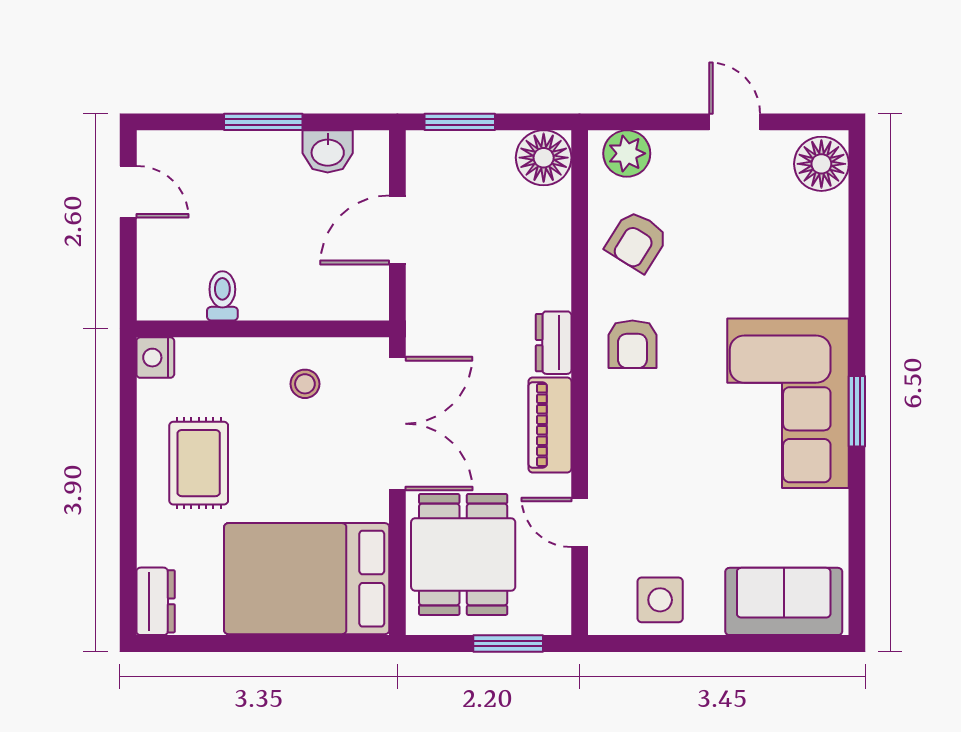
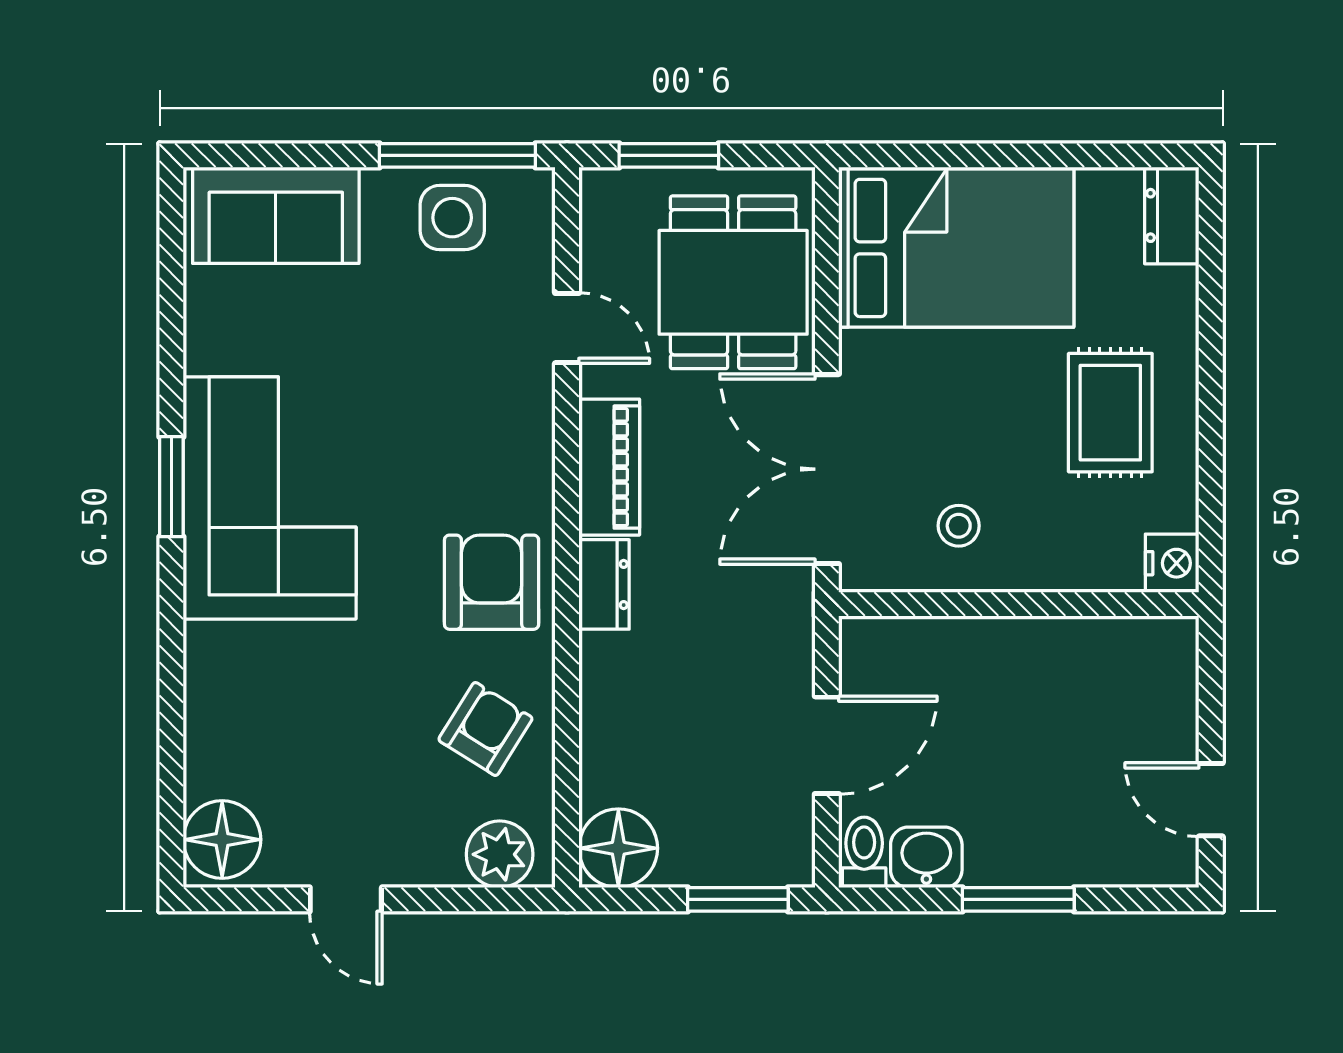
toilet: (222, 296) -> (864, 852), moved, turned 180
armchair: (632, 344) -> (492, 582), width x1.38, depth x1.38
window: (656, 644) -> (457, 155), added

